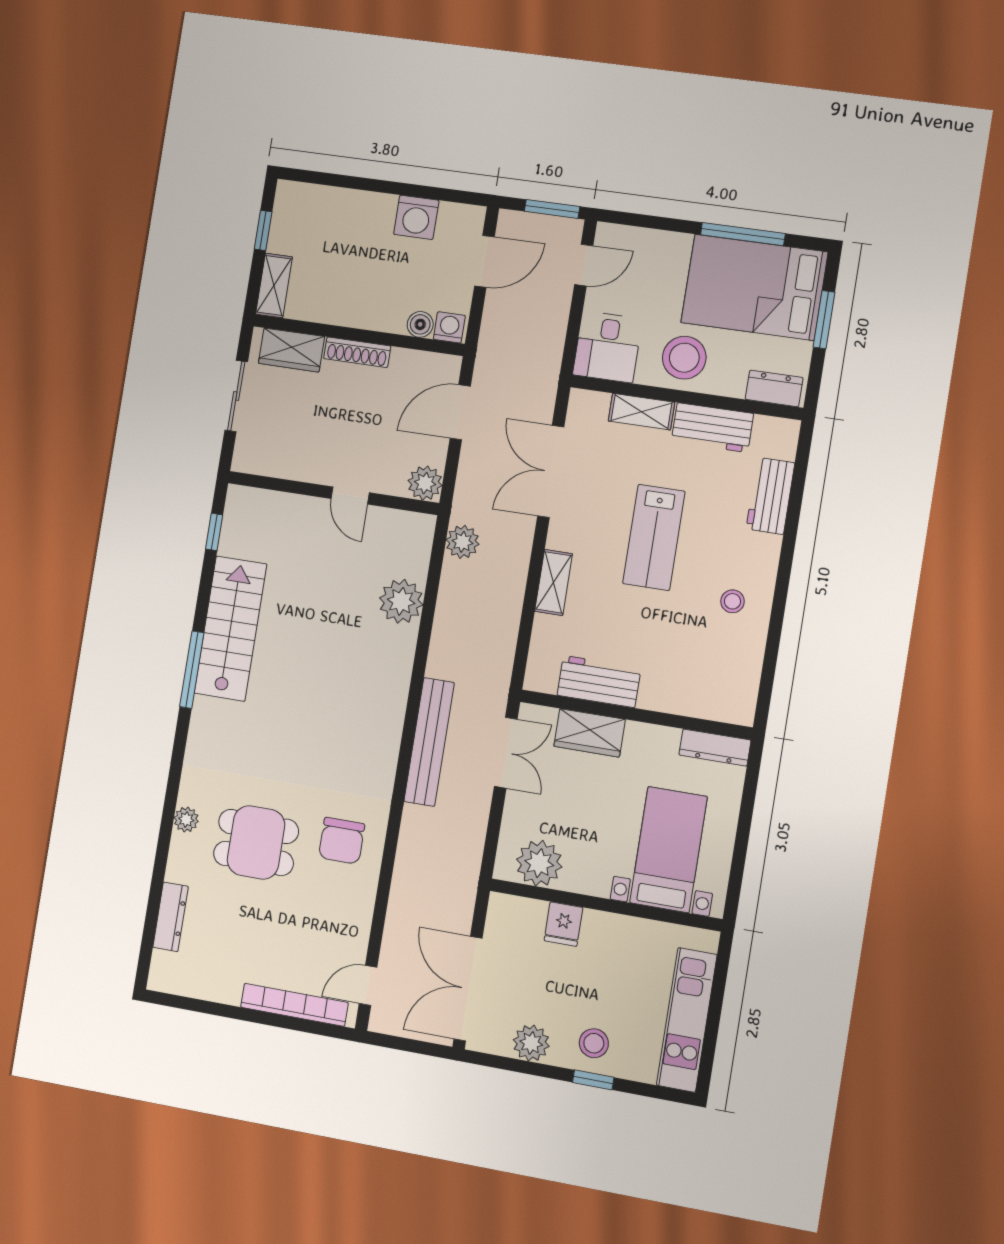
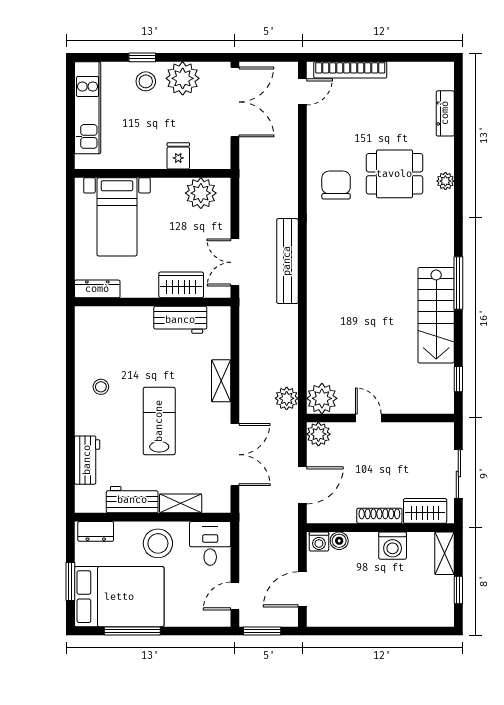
washing machine: (416, 217) -> (393, 546), moved, turned 180
plant: (401, 601) -> (322, 398), moved
plant: (531, 1043) -> (183, 78), width x1.36, depth x1.36

